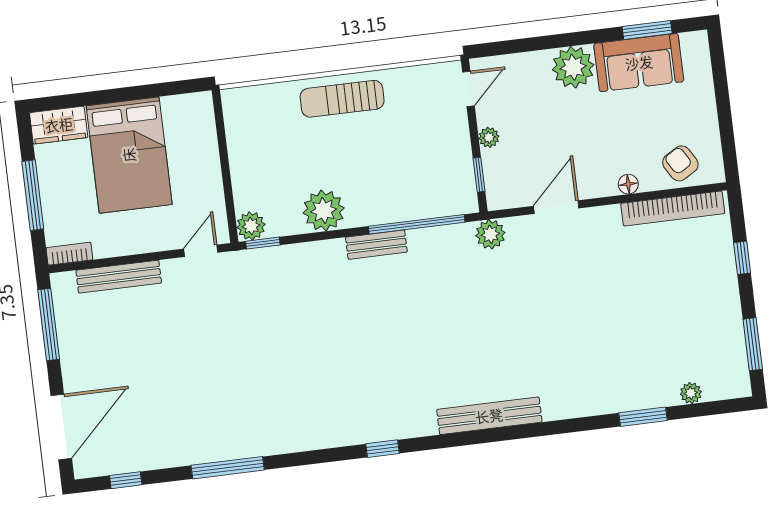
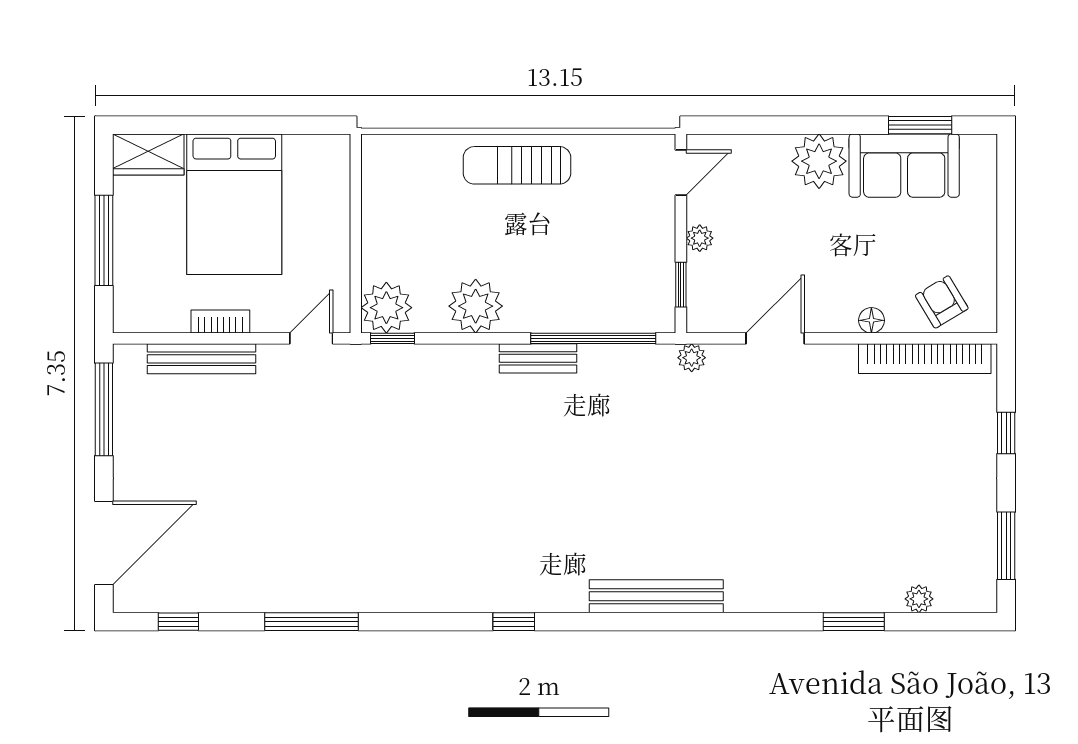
plant: (251, 226) -> (386, 308), width x1.36, depth x1.36
plant: (490, 234) -> (692, 358), width x0.73, depth x0.73
bookcase: (69, 254) -> (220, 321), moved

